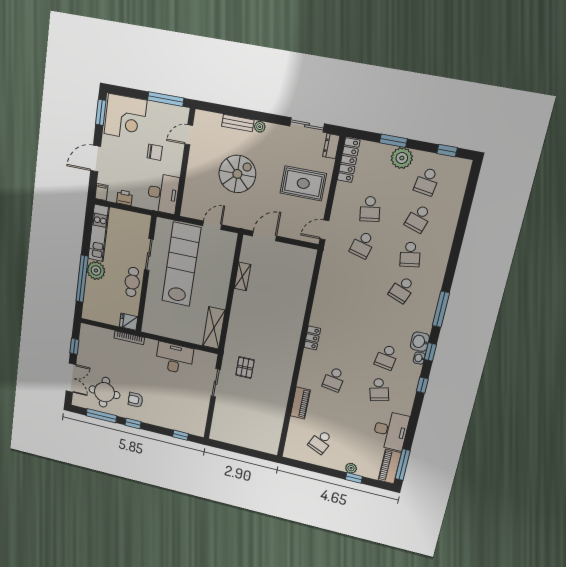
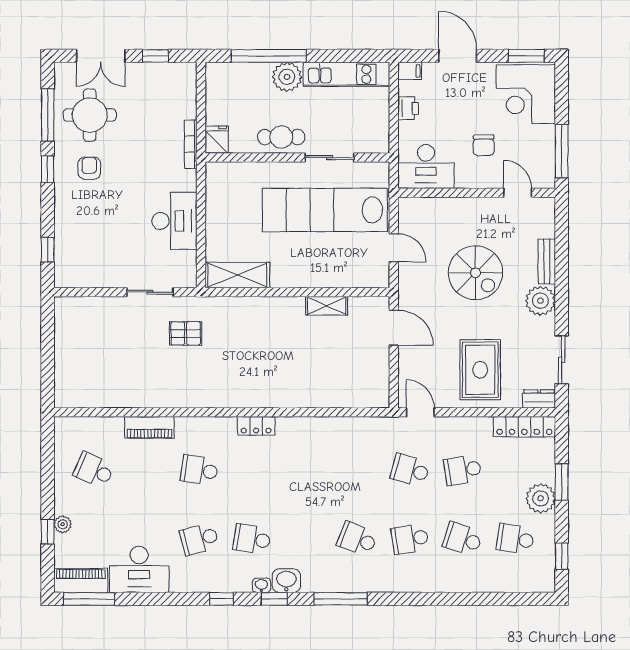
plant: (260, 127) -> (540, 301), width x1.88, depth x1.88
lab bench: (181, 265) -> (325, 210), turned 180

